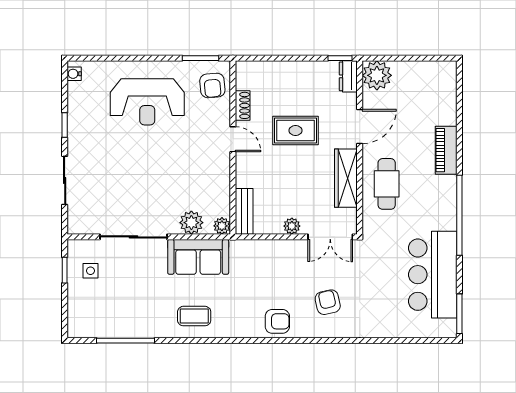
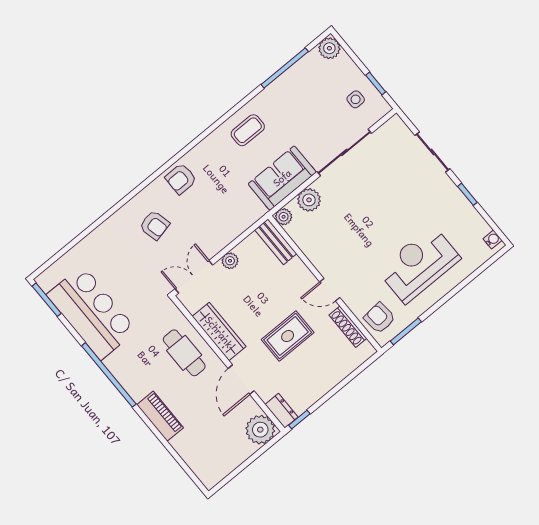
shoe rack: (243, 105) -> (348, 327), width x1.43
plant: (78, 327) -> (329, 48), added

